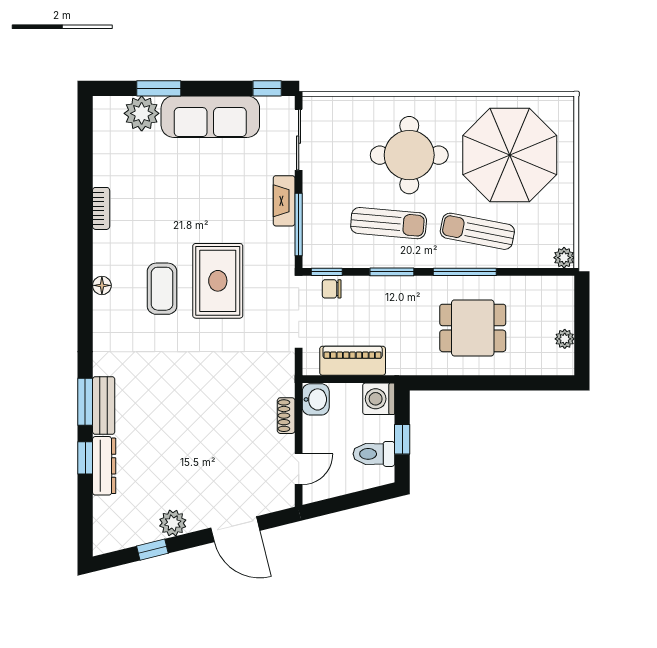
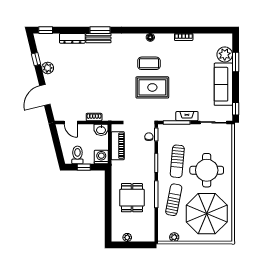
plant: (564, 258) -> (174, 237), moved
window: (85, 458) -> (46, 30), moved

